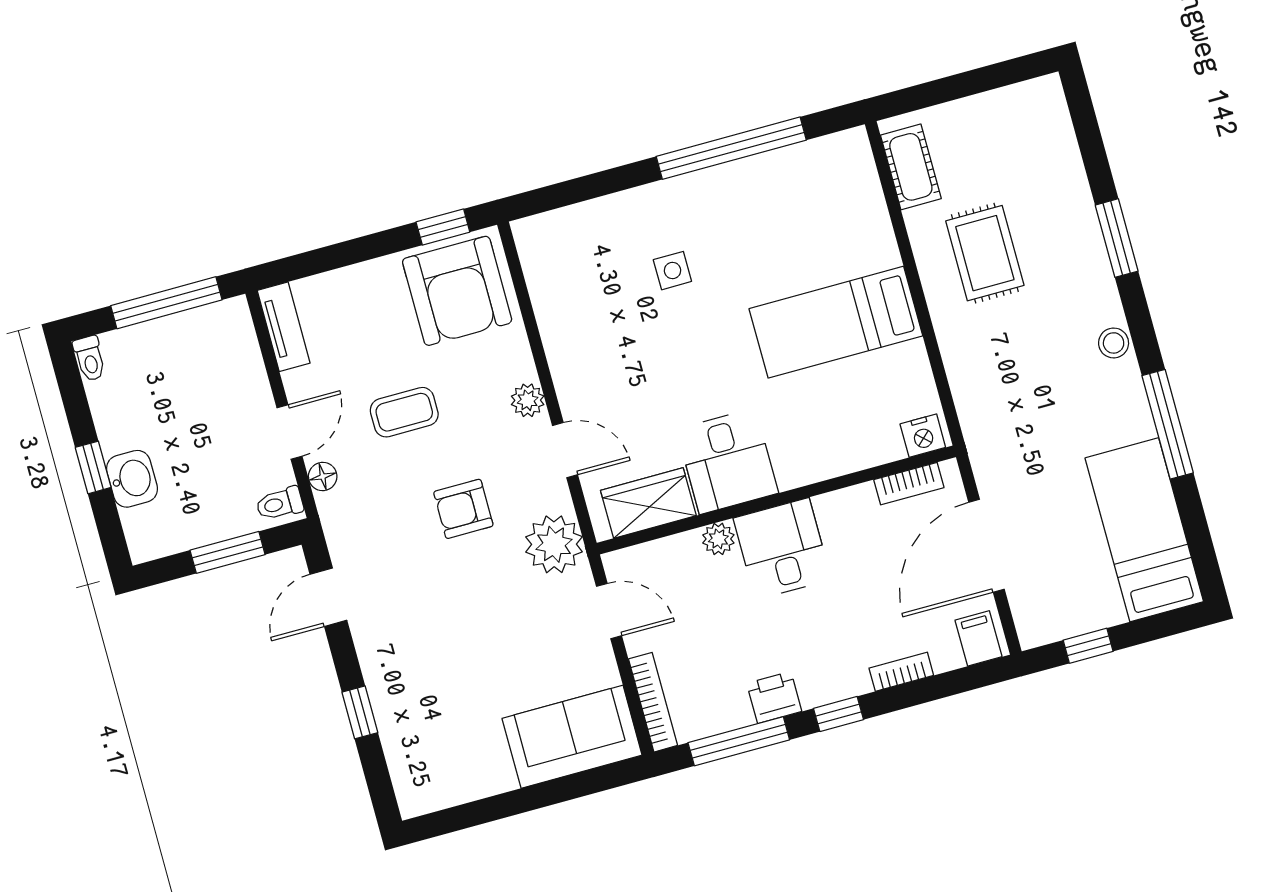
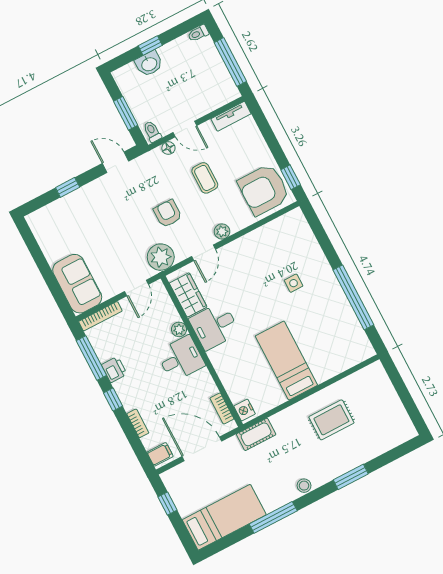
cot: (911, 167) -> (256, 434), moved

